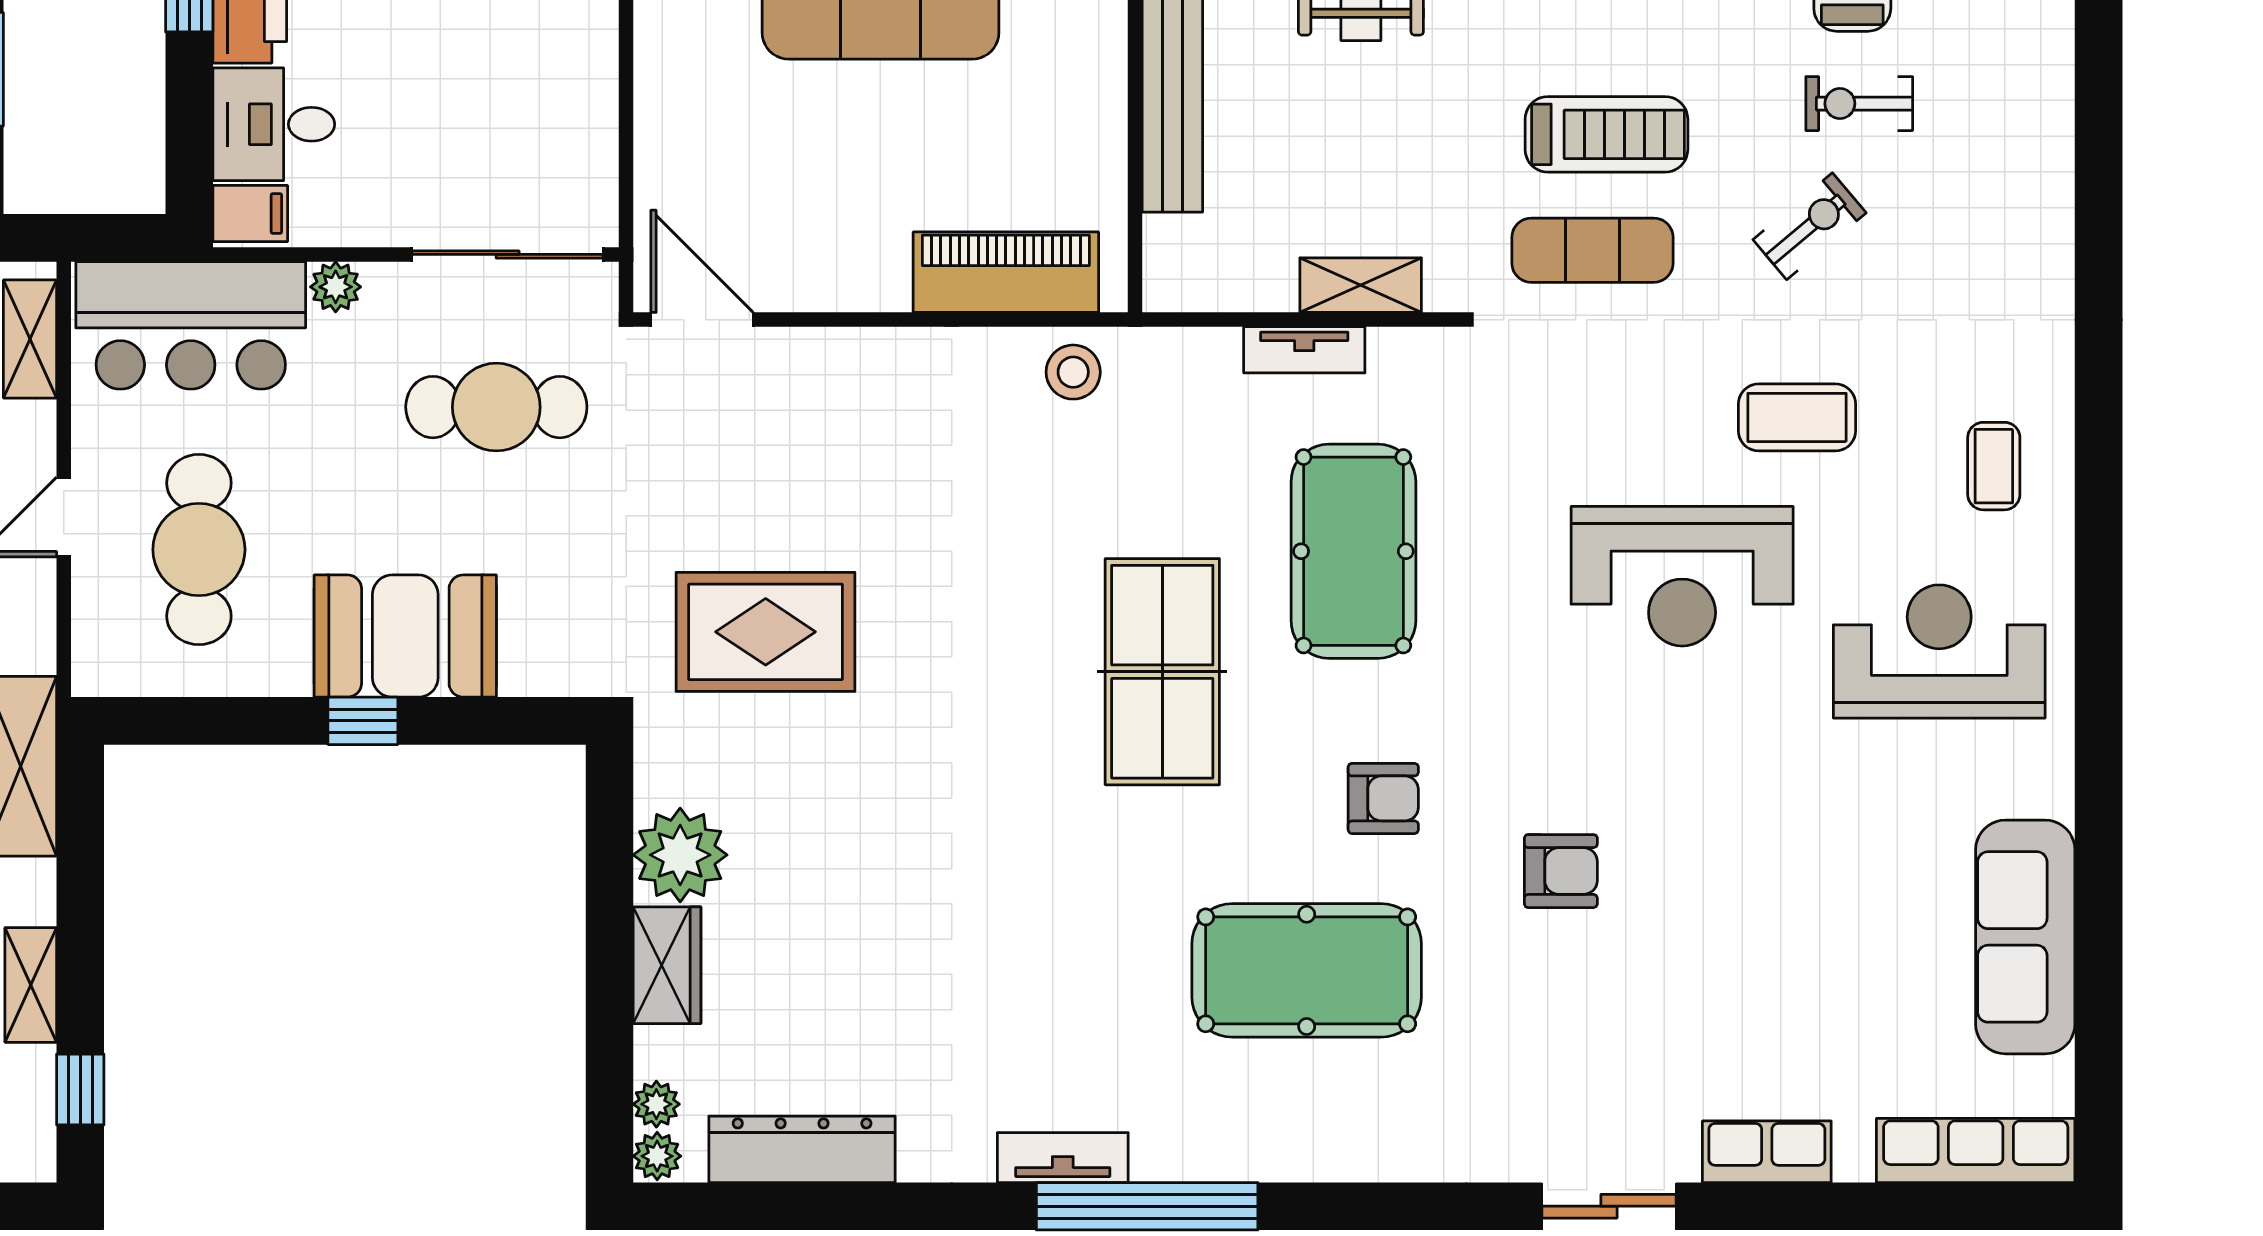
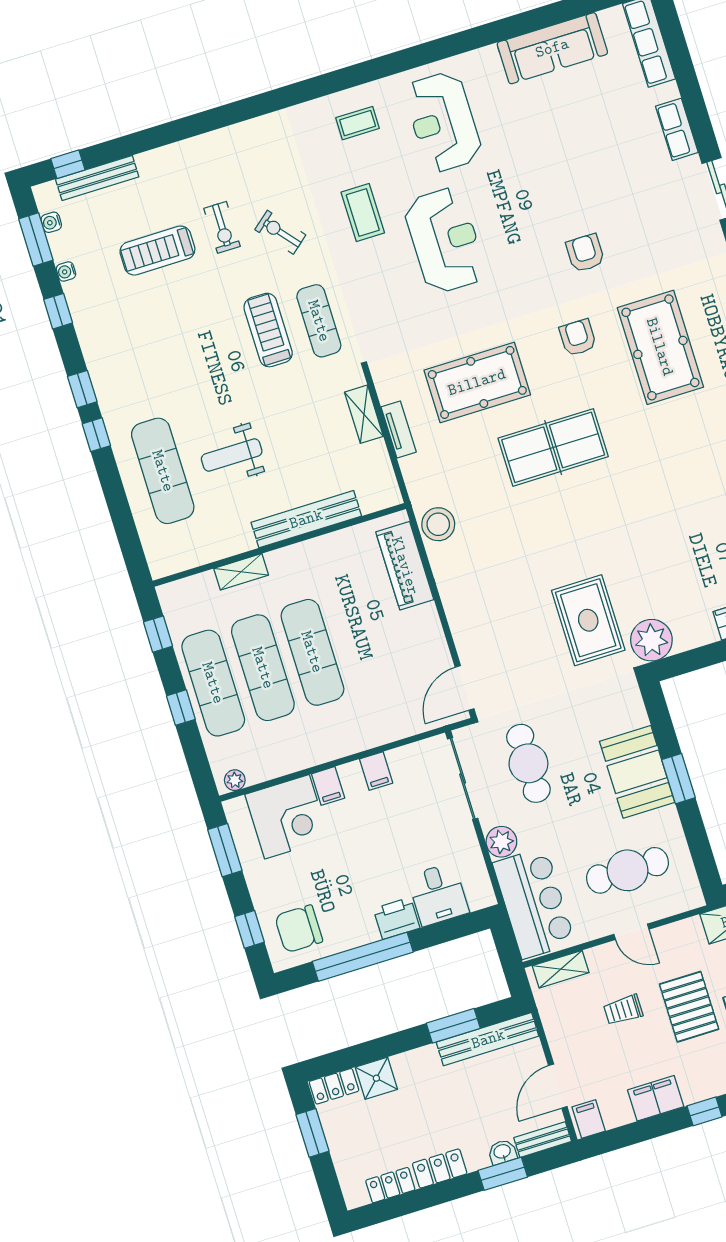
filing cabinet: (250, 214) -> (376, 771), moved, turned 180
plant: (336, 287) -> (501, 842), width x1.38, depth x1.38
stool: (1073, 372) -> (438, 524), width x1.38, depth x1.38
window: (363, 721) -> (678, 779), width x1.50
plant: (680, 855) -> (651, 640), moved

